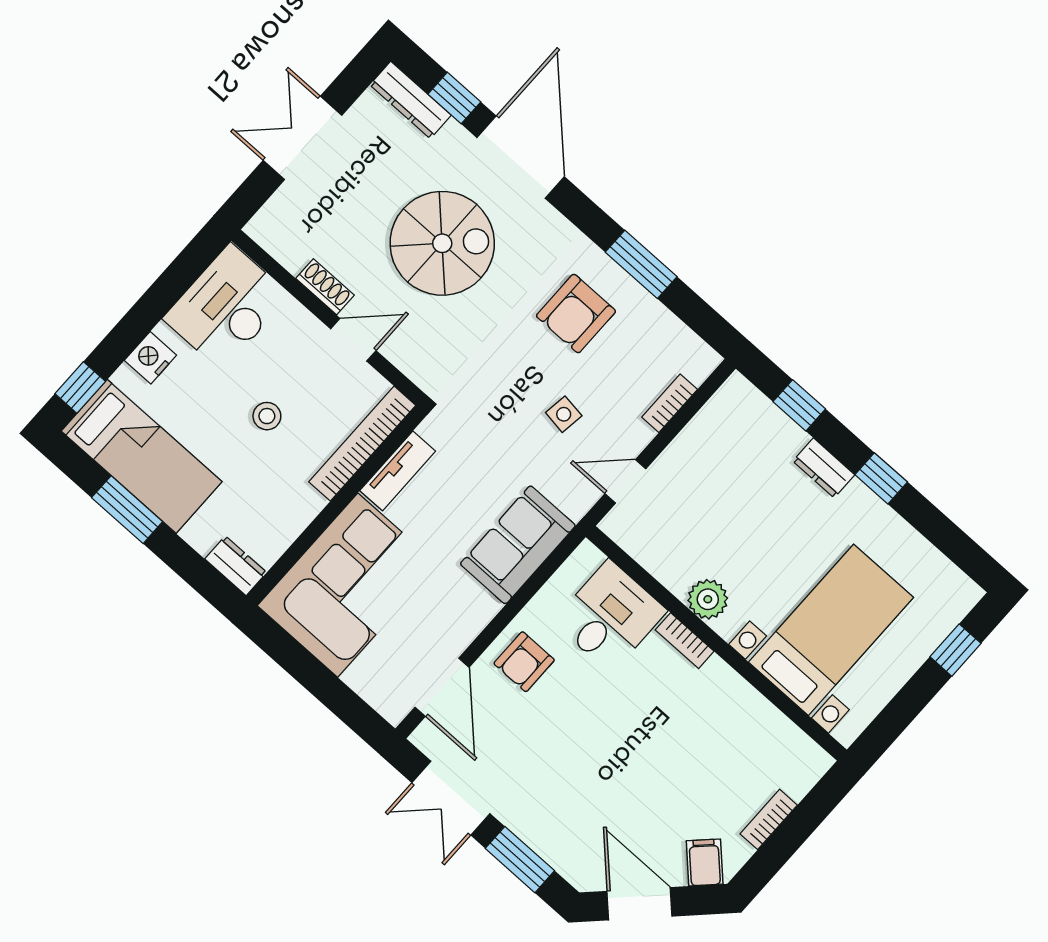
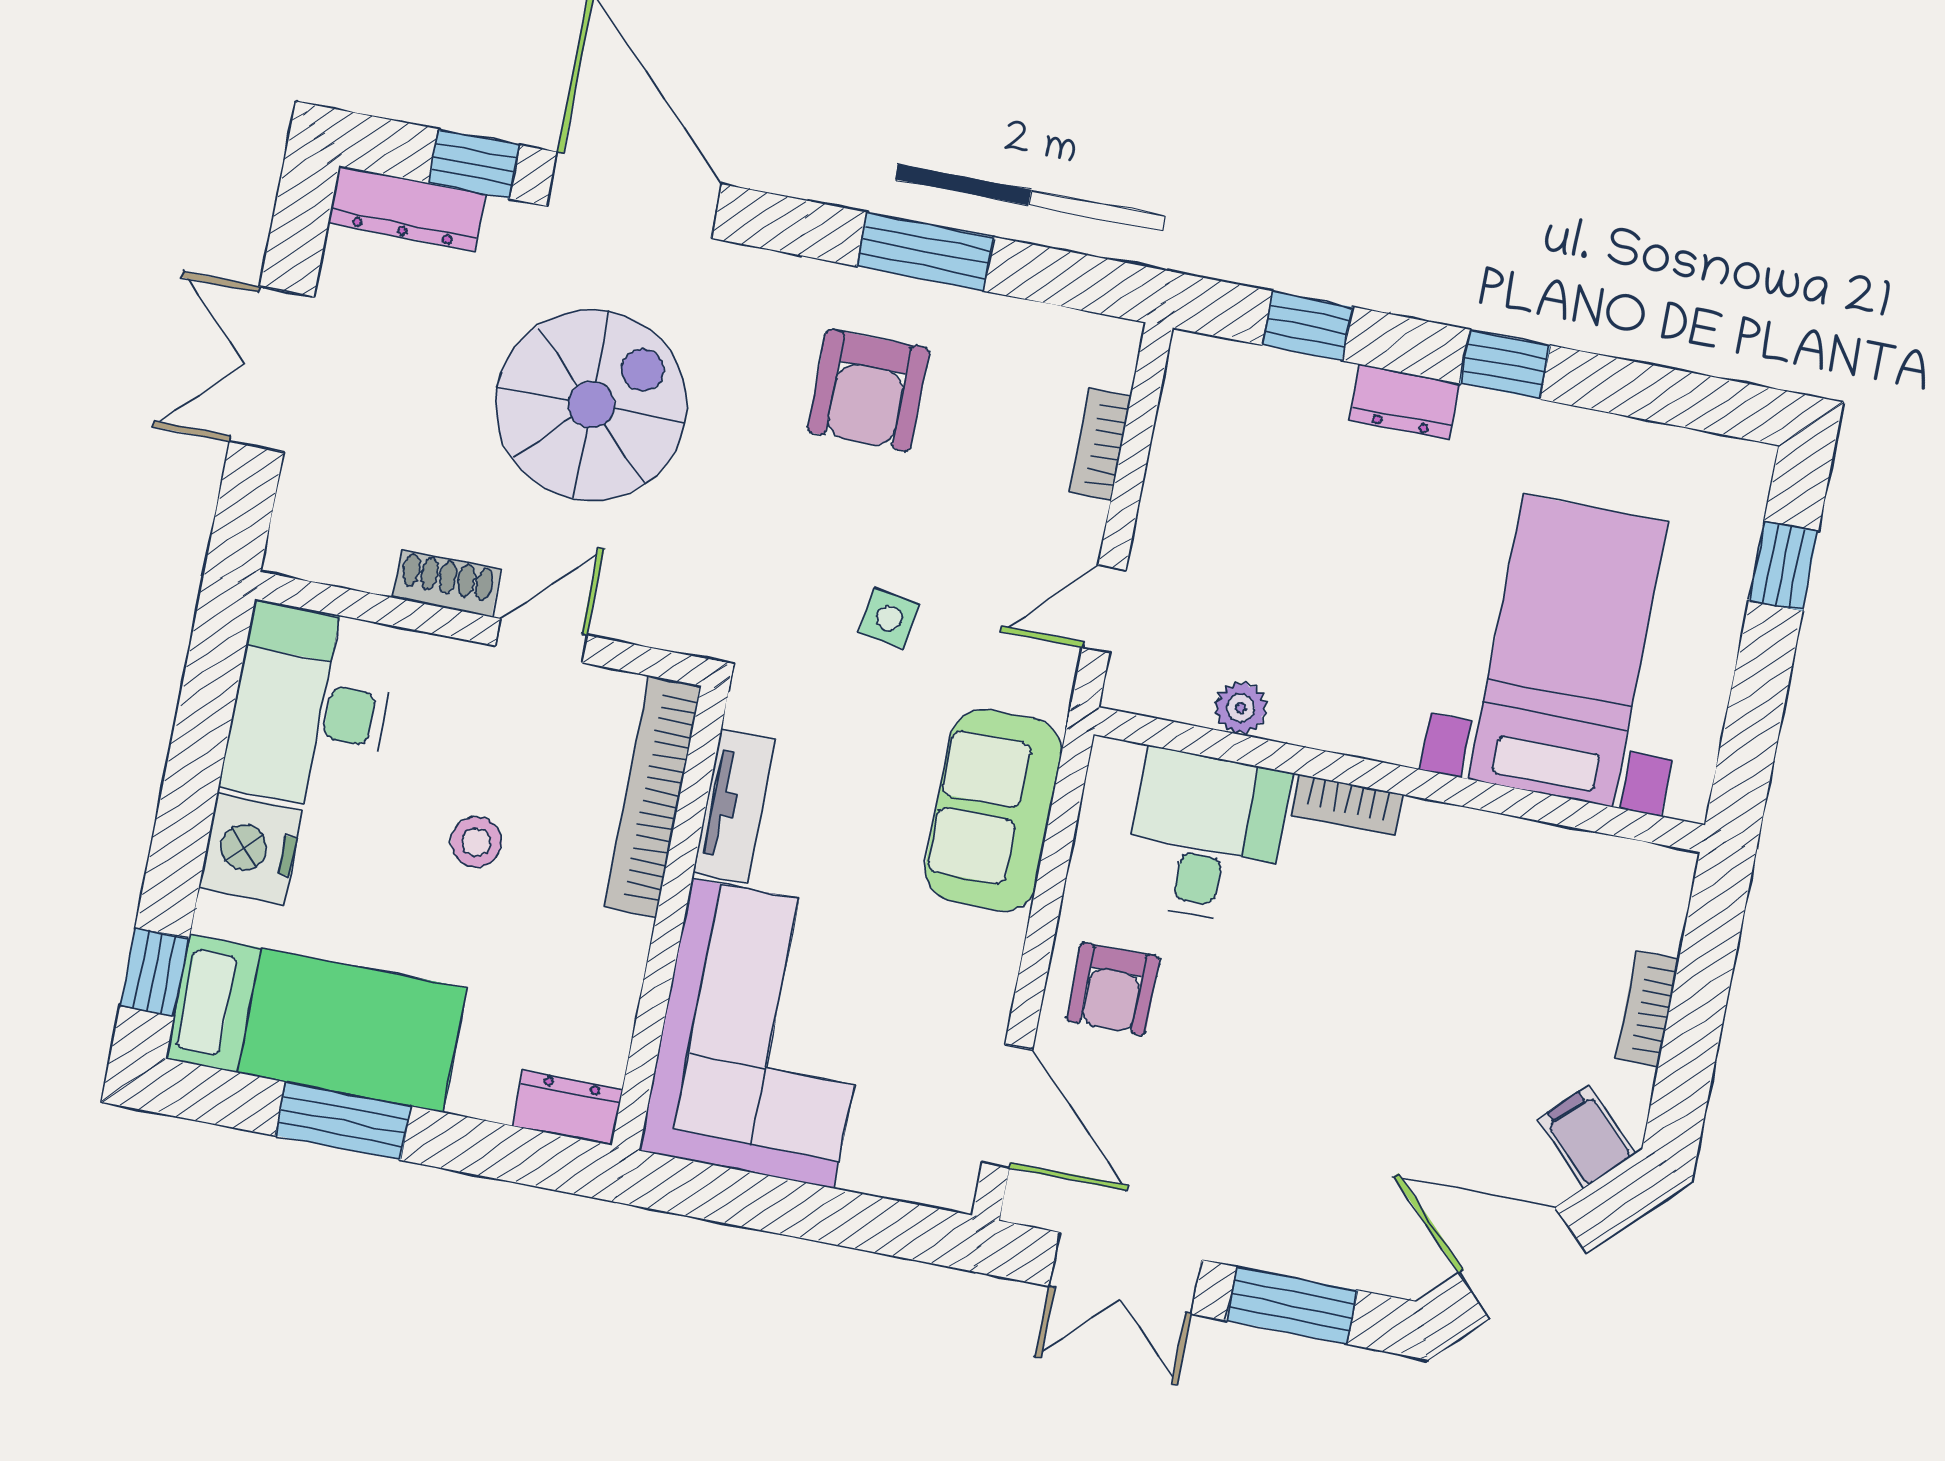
nightstand: (150, 358) -> (251, 849), width x1.36, depth x1.33
side table: (564, 414) -> (889, 618), moved
plant: (708, 599) -> (1241, 708), moved, width x0.73, depth x0.73

